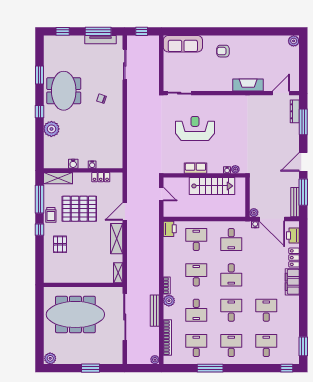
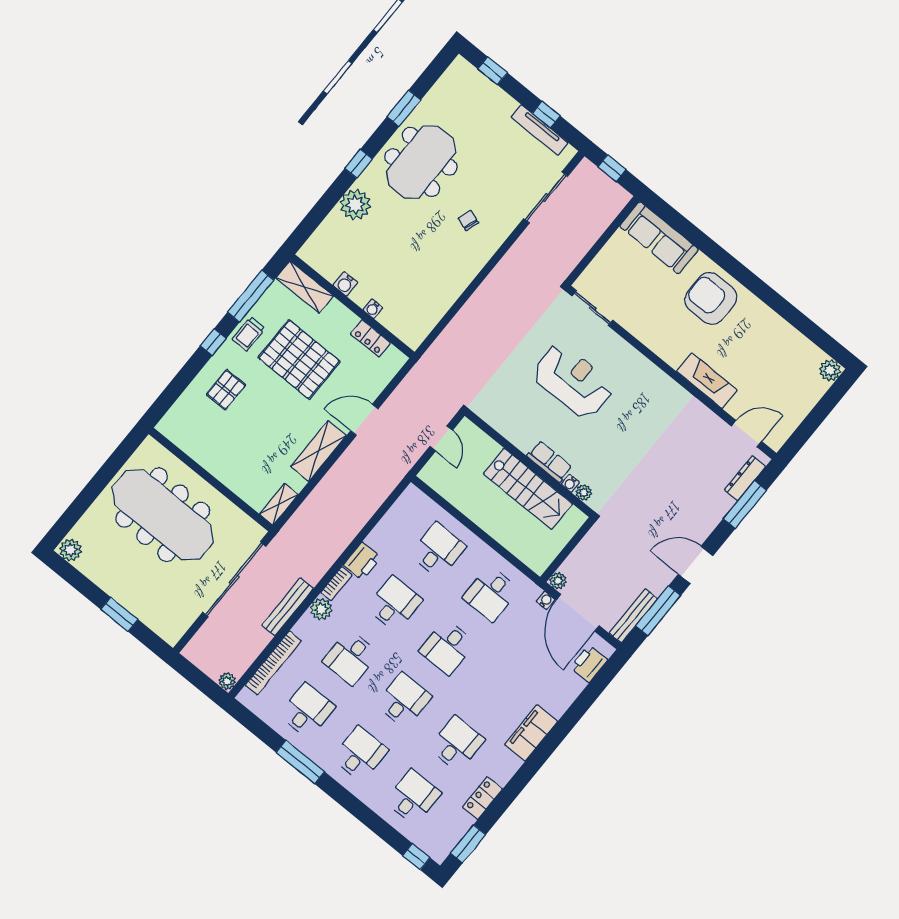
window: (98, 31) -> (546, 115), width x0.46
armchair: (223, 51) -> (711, 298), width x1.88, depth x1.88
row of seats: (195, 168) -> (550, 462), moved
printer: (170, 229) -> (362, 561), moved
locker: (294, 258) -> (482, 798), moved

